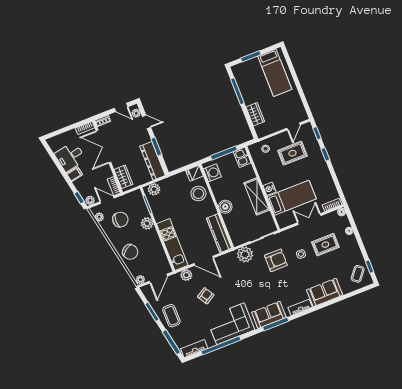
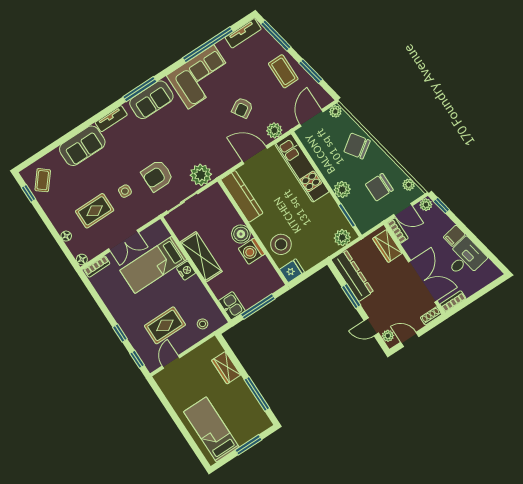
washing machine: (212, 173) -> (251, 251), moved

